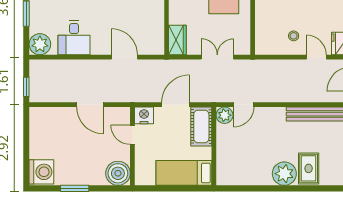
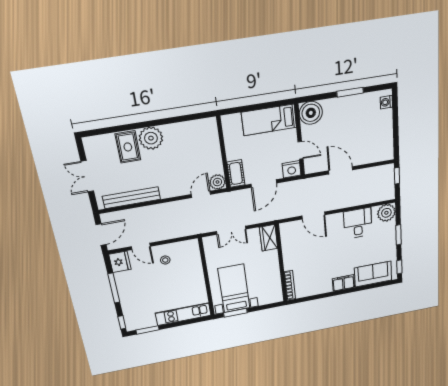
cot: (201, 126) -> (236, 173), width x0.73, depth x0.75
washing machine: (41, 172) -> (386, 102), width x0.53, depth x0.53
bed: (184, 173) -> (269, 120), moved, turned 180

